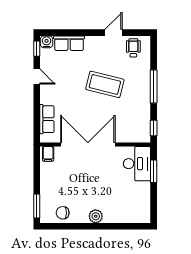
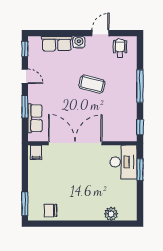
water cooler: (47, 42) -> (79, 42), moved
coffee table: (105, 84) -> (92, 84), width x0.73, depth x0.76
window: (37, 107) -> (25, 107), added
plant: (96, 216) -> (111, 214), moved

